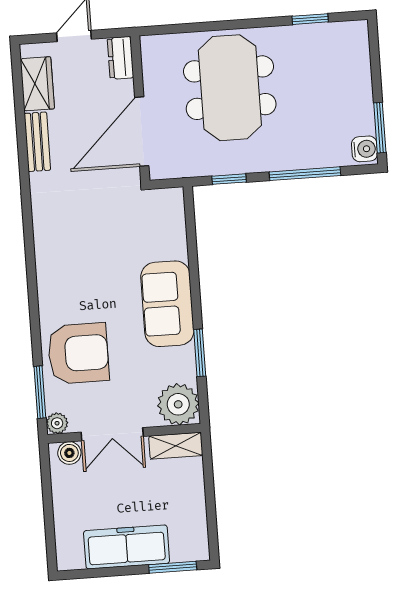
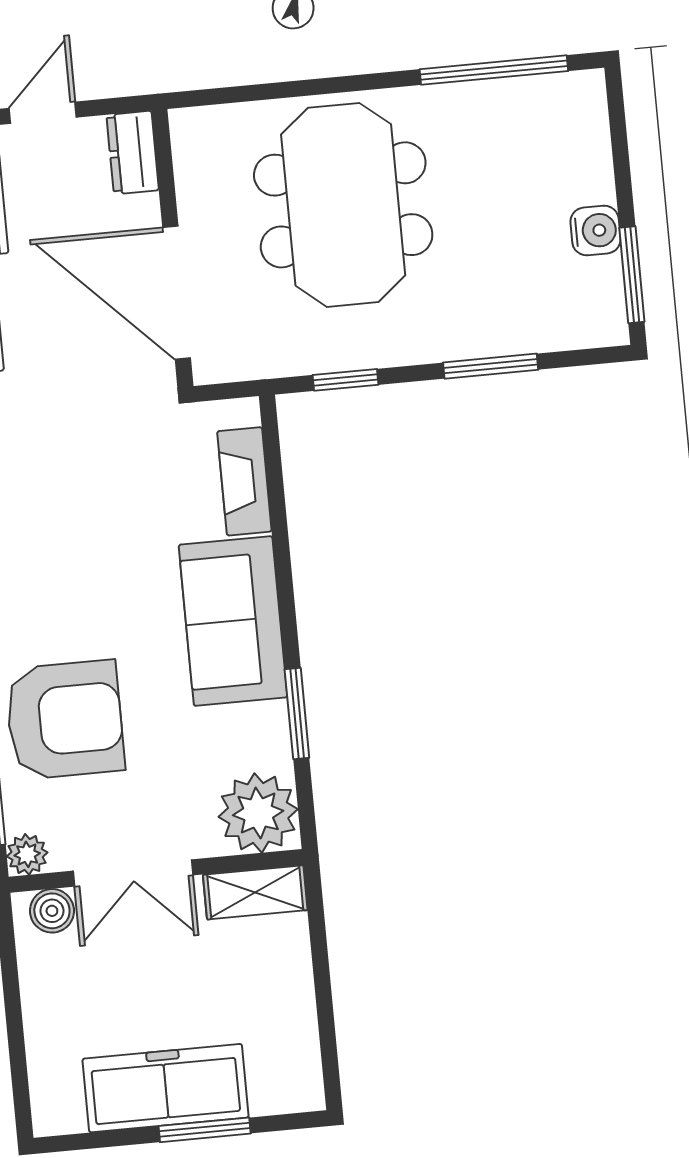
window: (310, 19) -> (494, 70), width x2.17
door: (142, 132) -> (177, 293), hinge flipped
water cooler: (365, 149) -> (595, 231), moved
window: (305, 174) -> (491, 366), width x0.69
fireplace: (175, 231) -> (244, 481), added
window: (173, 567) -> (205, 1130), moved

